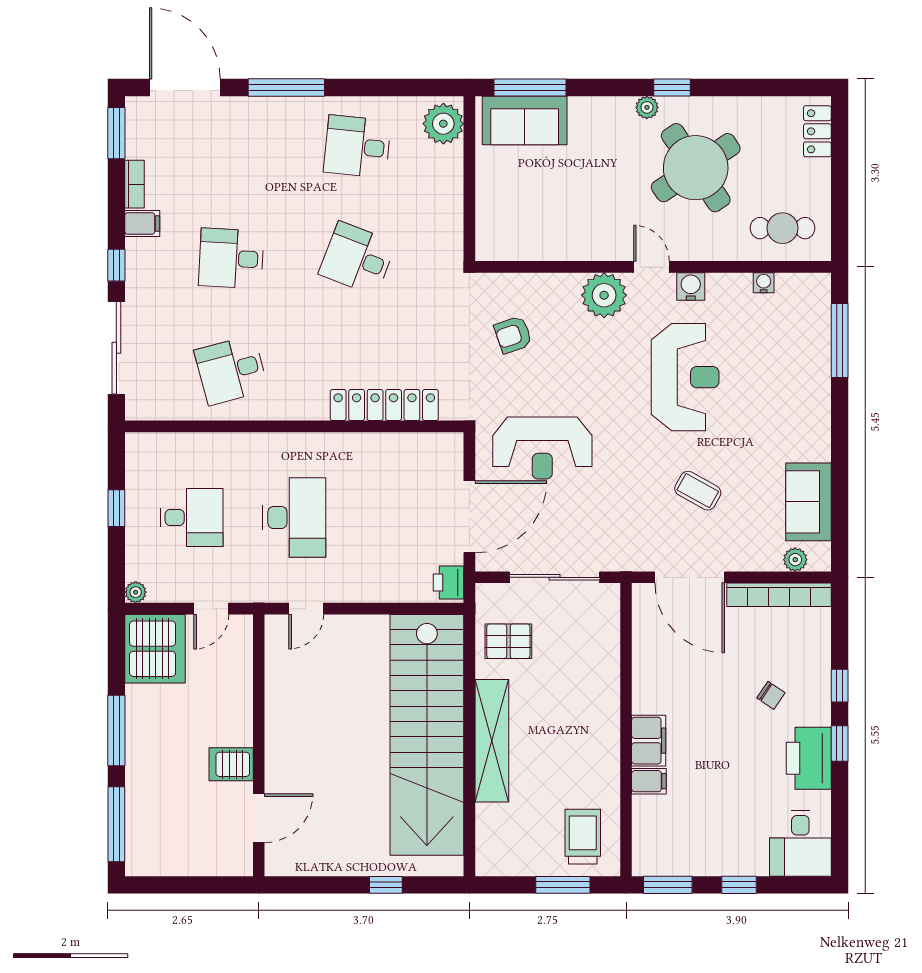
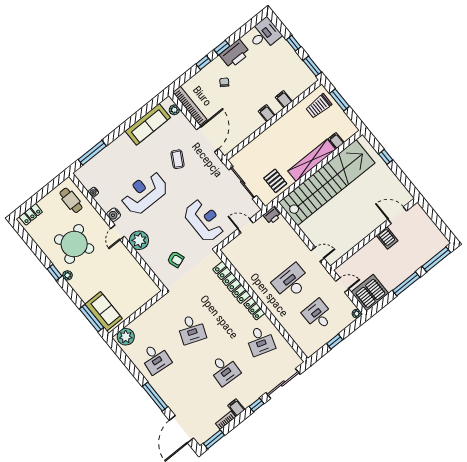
desk: (231, 370) -> (260, 341), turned 33
locker: (300, 407) -> (254, 309), added
sofa: (808, 502) -> (148, 124), width x1.36
door: (469, 517) -> (245, 226), width x0.53
filing cabinet: (649, 741) -> (267, 113), width x0.50
filing cabinet: (491, 817) -> (336, 141), added

